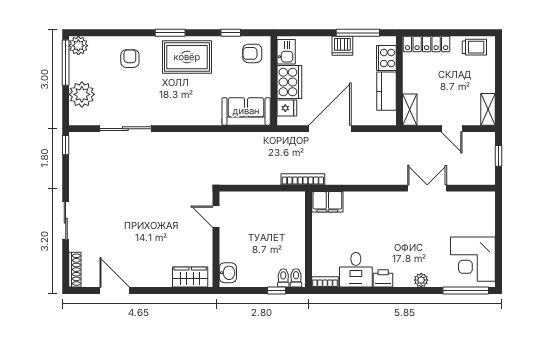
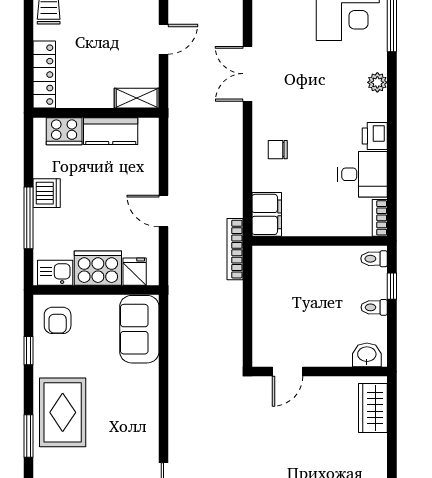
window: (358, 33) -> (28, 218), moved
door: (330, 129) -> (164, 211), width x0.53
chair: (373, 210) -> (278, 150), added
toilet: (283, 278) -> (374, 307), moved

